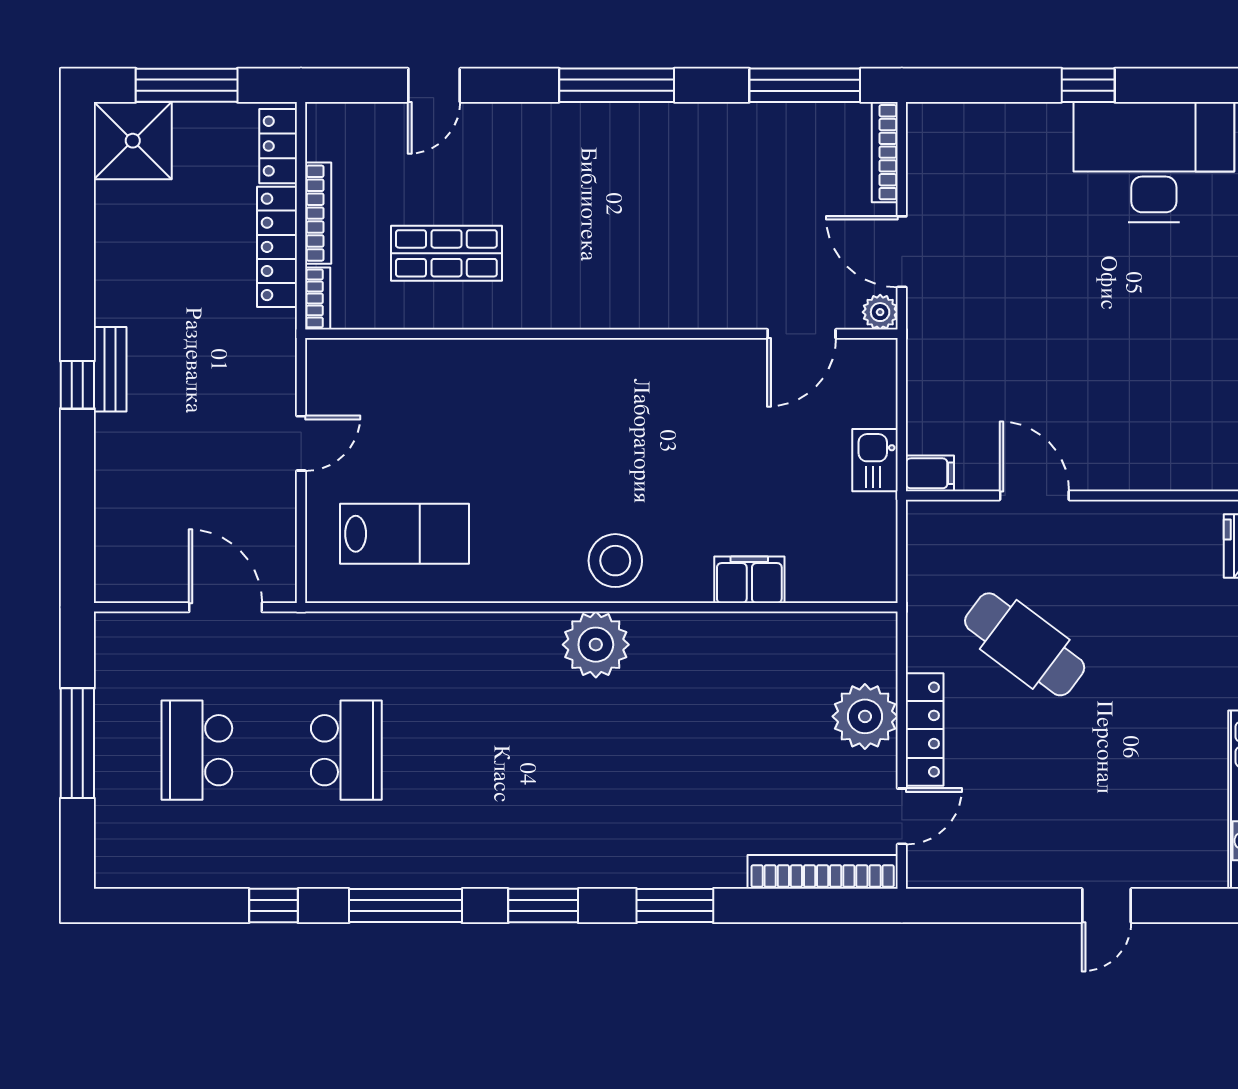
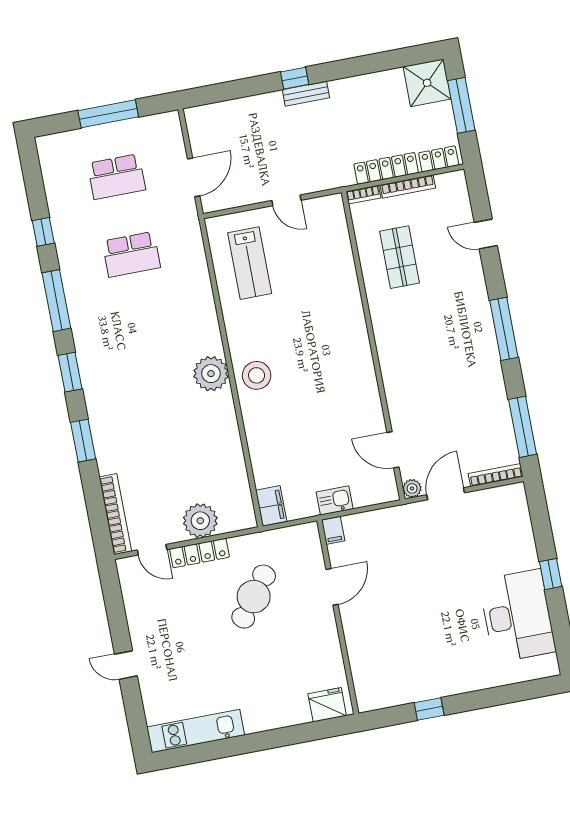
filing cabinet: (749, 580) -> (271, 506), moved
school desk: (197, 750) -> (116, 177), turned 180

